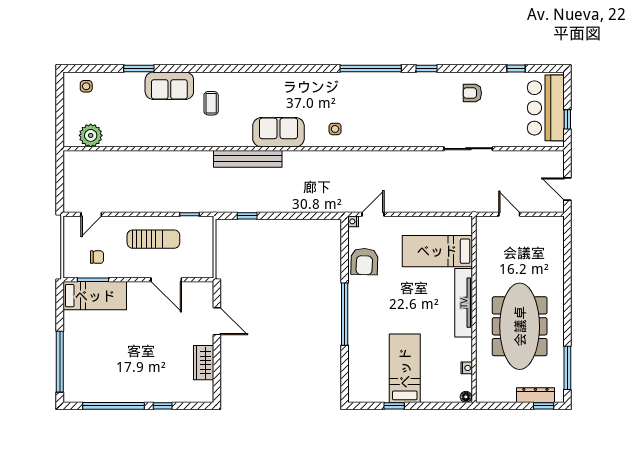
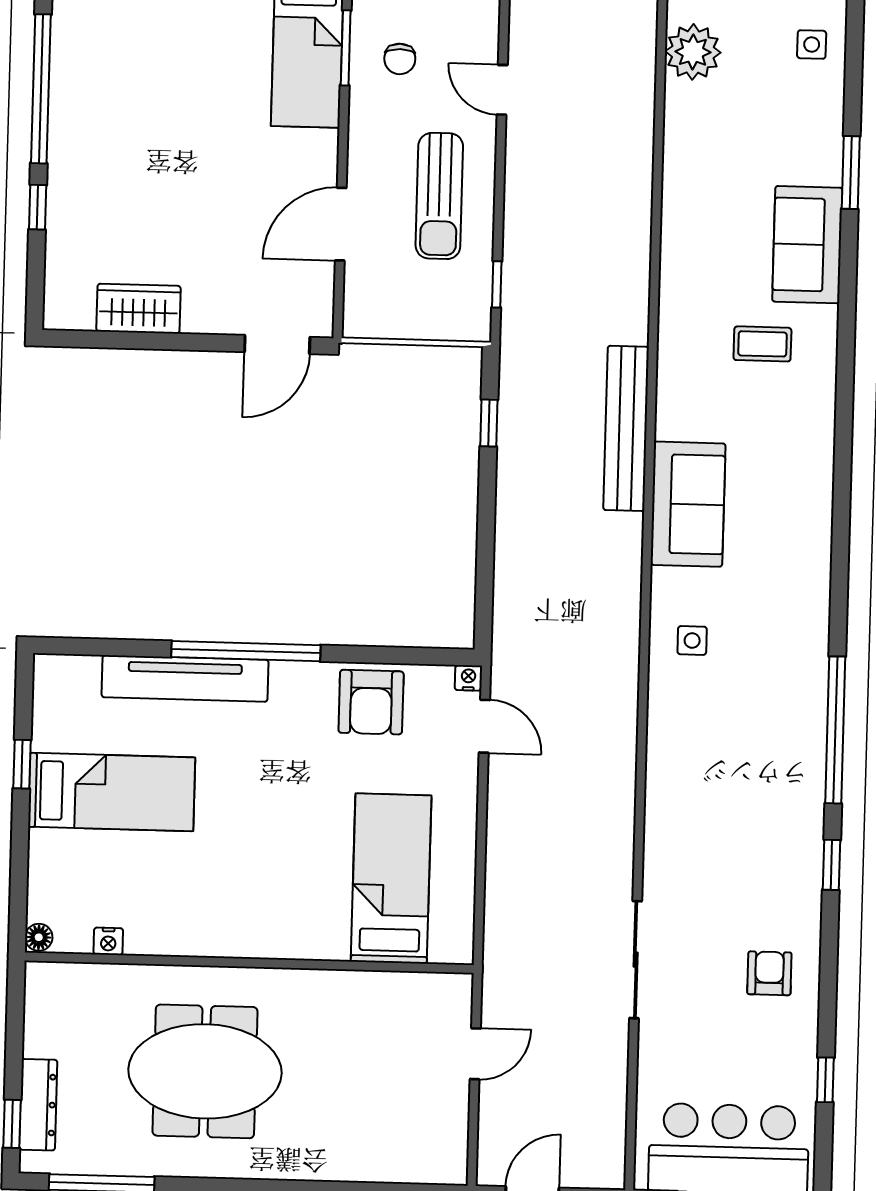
door: (91, 214) -> (502, 90), moved
armchair: (364, 262) -> (371, 702), turned -92
tv unit: (464, 303) -> (185, 679), moved, turned 180
door: (217, 321) -> (277, 344), moved
meeting table: (520, 326) -> (205, 1071), width x0.73

